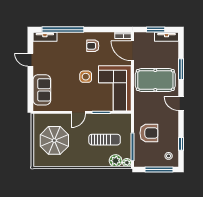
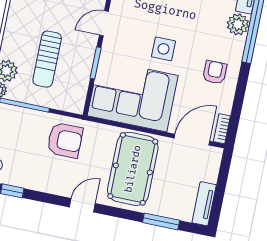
window: (156, 30) -> (221, 188), removed
plant: (64, 38) -> (238, 24), added
window: (181, 69) -> (161, 221), moved
door: (78, 112) -> (104, 23), hinge flipped
armchair: (149, 133) -> (65, 140), moved, turned -90

